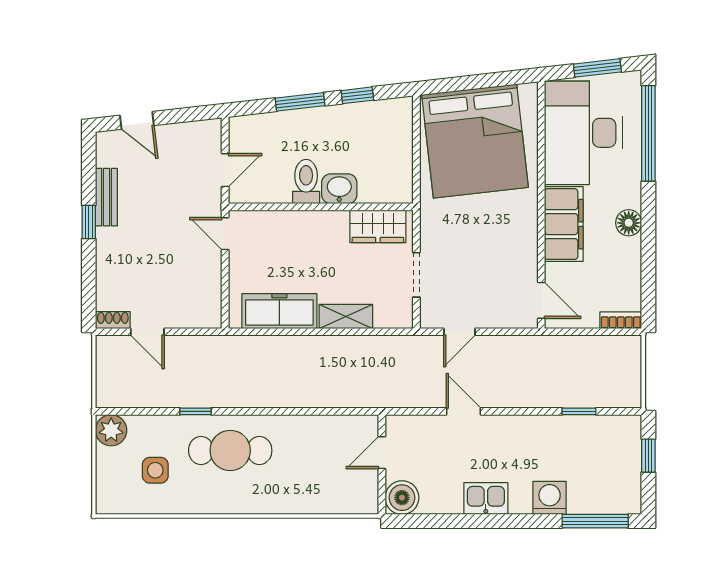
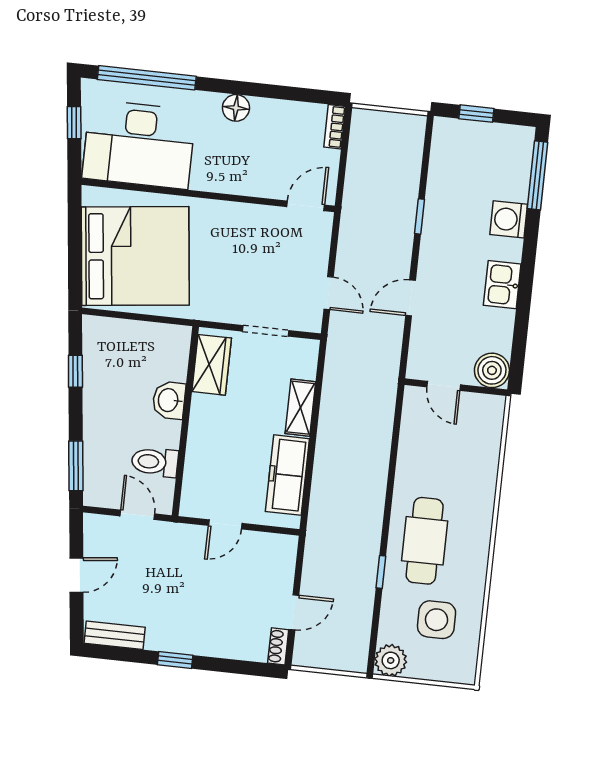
window: (597, 68) -> (74, 123), width x0.67
window: (300, 102) -> (76, 466), moved
door: (137, 120) -> (76, 575), moved
toilet: (306, 182) -> (155, 462), moved
bench: (106, 197) -> (115, 635), moved
filing cabinet: (564, 224) -> (230, 174), removed
door: (225, 234) -> (225, 524), moved
window: (579, 411) -> (419, 216), moved
side table: (155, 470) -> (437, 620), width x1.37, depth x1.37

